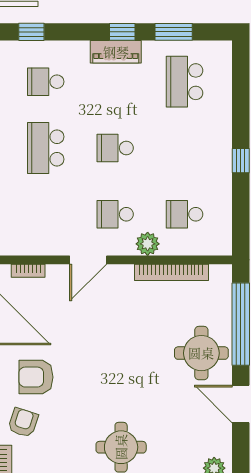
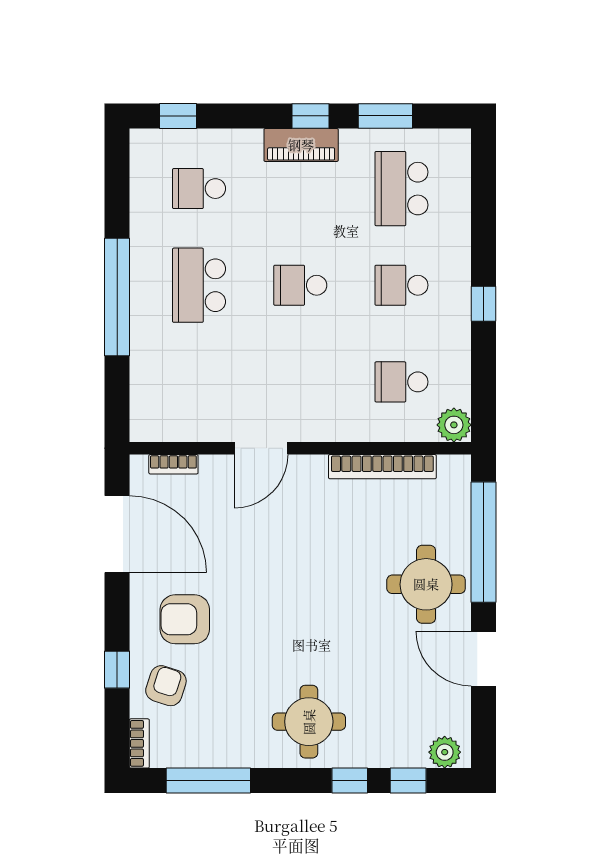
school desk: (115, 214) -> (401, 285), moved
plant: (148, 244) -> (454, 425), moved

